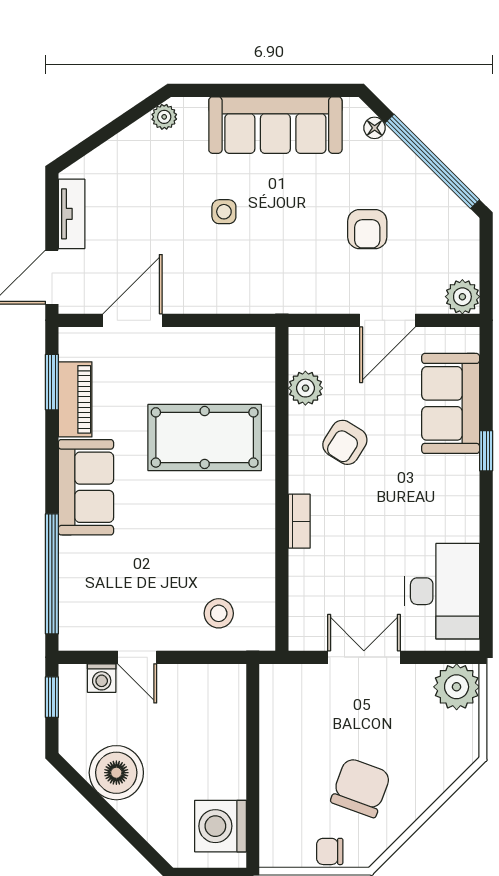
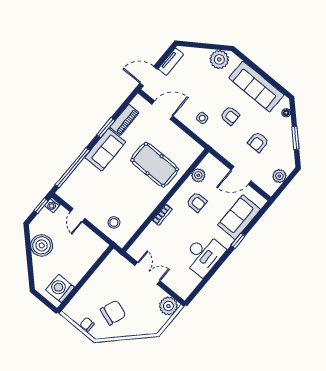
plant: (164, 117) -> (219, 59), width x1.87, depth x1.87
window: (432, 161) -> (295, 138), width x0.47
side table: (224, 212) -> (202, 118), moved
armchair: (271, 223) -> (230, 116), added
plant: (462, 297) -> (279, 176), moved
window: (52, 382) -> (106, 128), moved
armchair: (345, 442) -> (197, 202), turned -122
desk: (442, 591) -> (203, 255), moved
washing machine: (102, 678) -> (52, 205), moved

